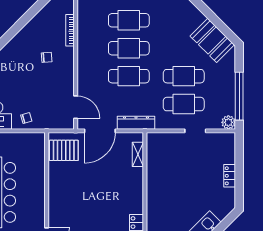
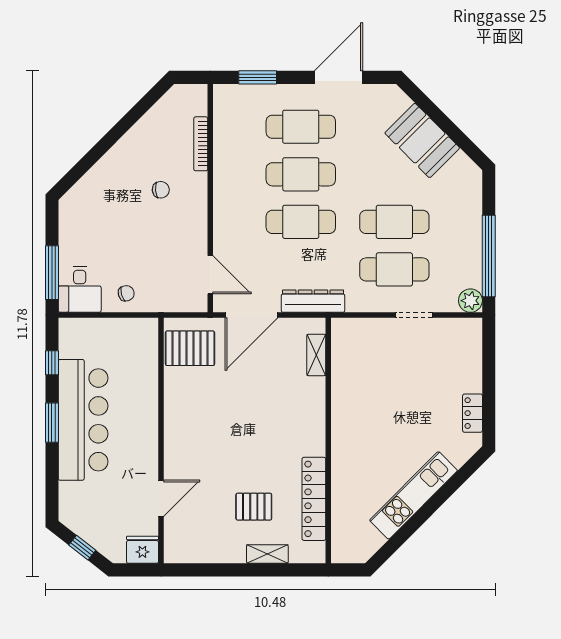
booth: (212, 40) -> (422, 140), moved
locker: (230, 176) -> (473, 413), moved

